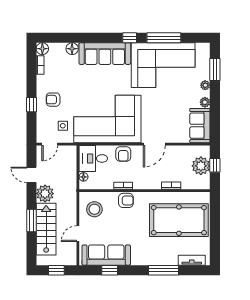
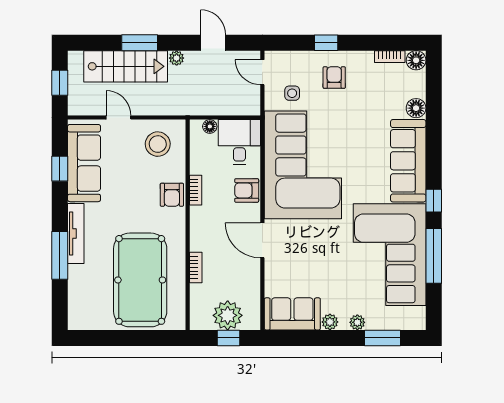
door: (31, 175) -> (213, 43), hinge flipped
plant: (45, 194) -> (177, 58), width x0.53, depth x0.53
tv unit: (192, 260) -> (76, 234), moved, width x1.41

